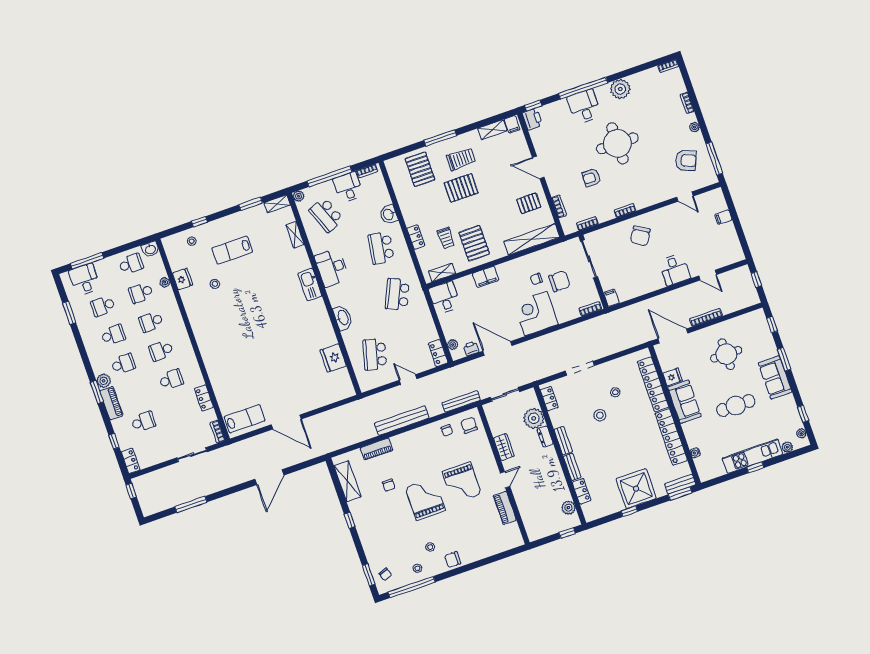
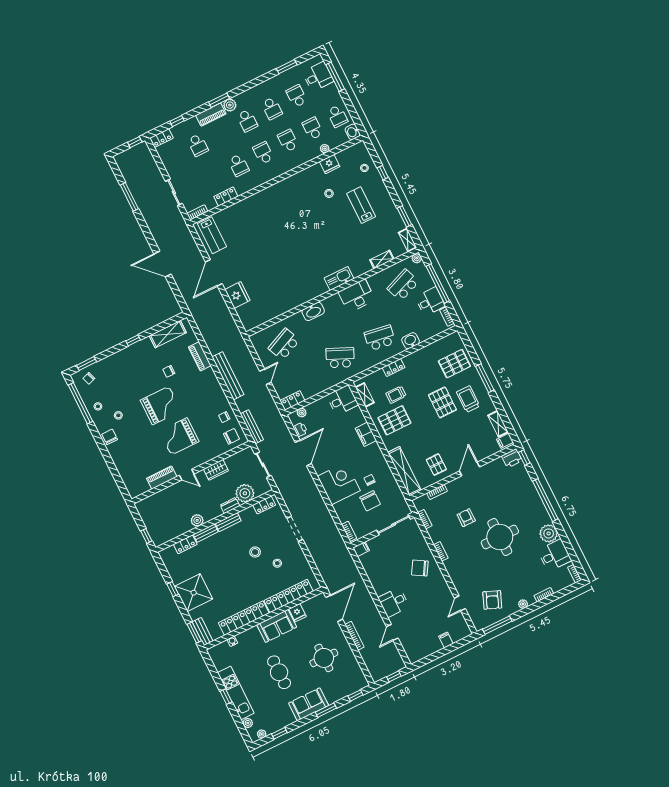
desk: (584, 107) -> (555, 555), moved
trolley: (461, 159) -> (468, 399), turned 180
school desk: (375, 354) -> (284, 344), turned -39
fridge: (333, 358) -> (237, 295), moved, turned 90
plant: (568, 508) -> (197, 520), moved

